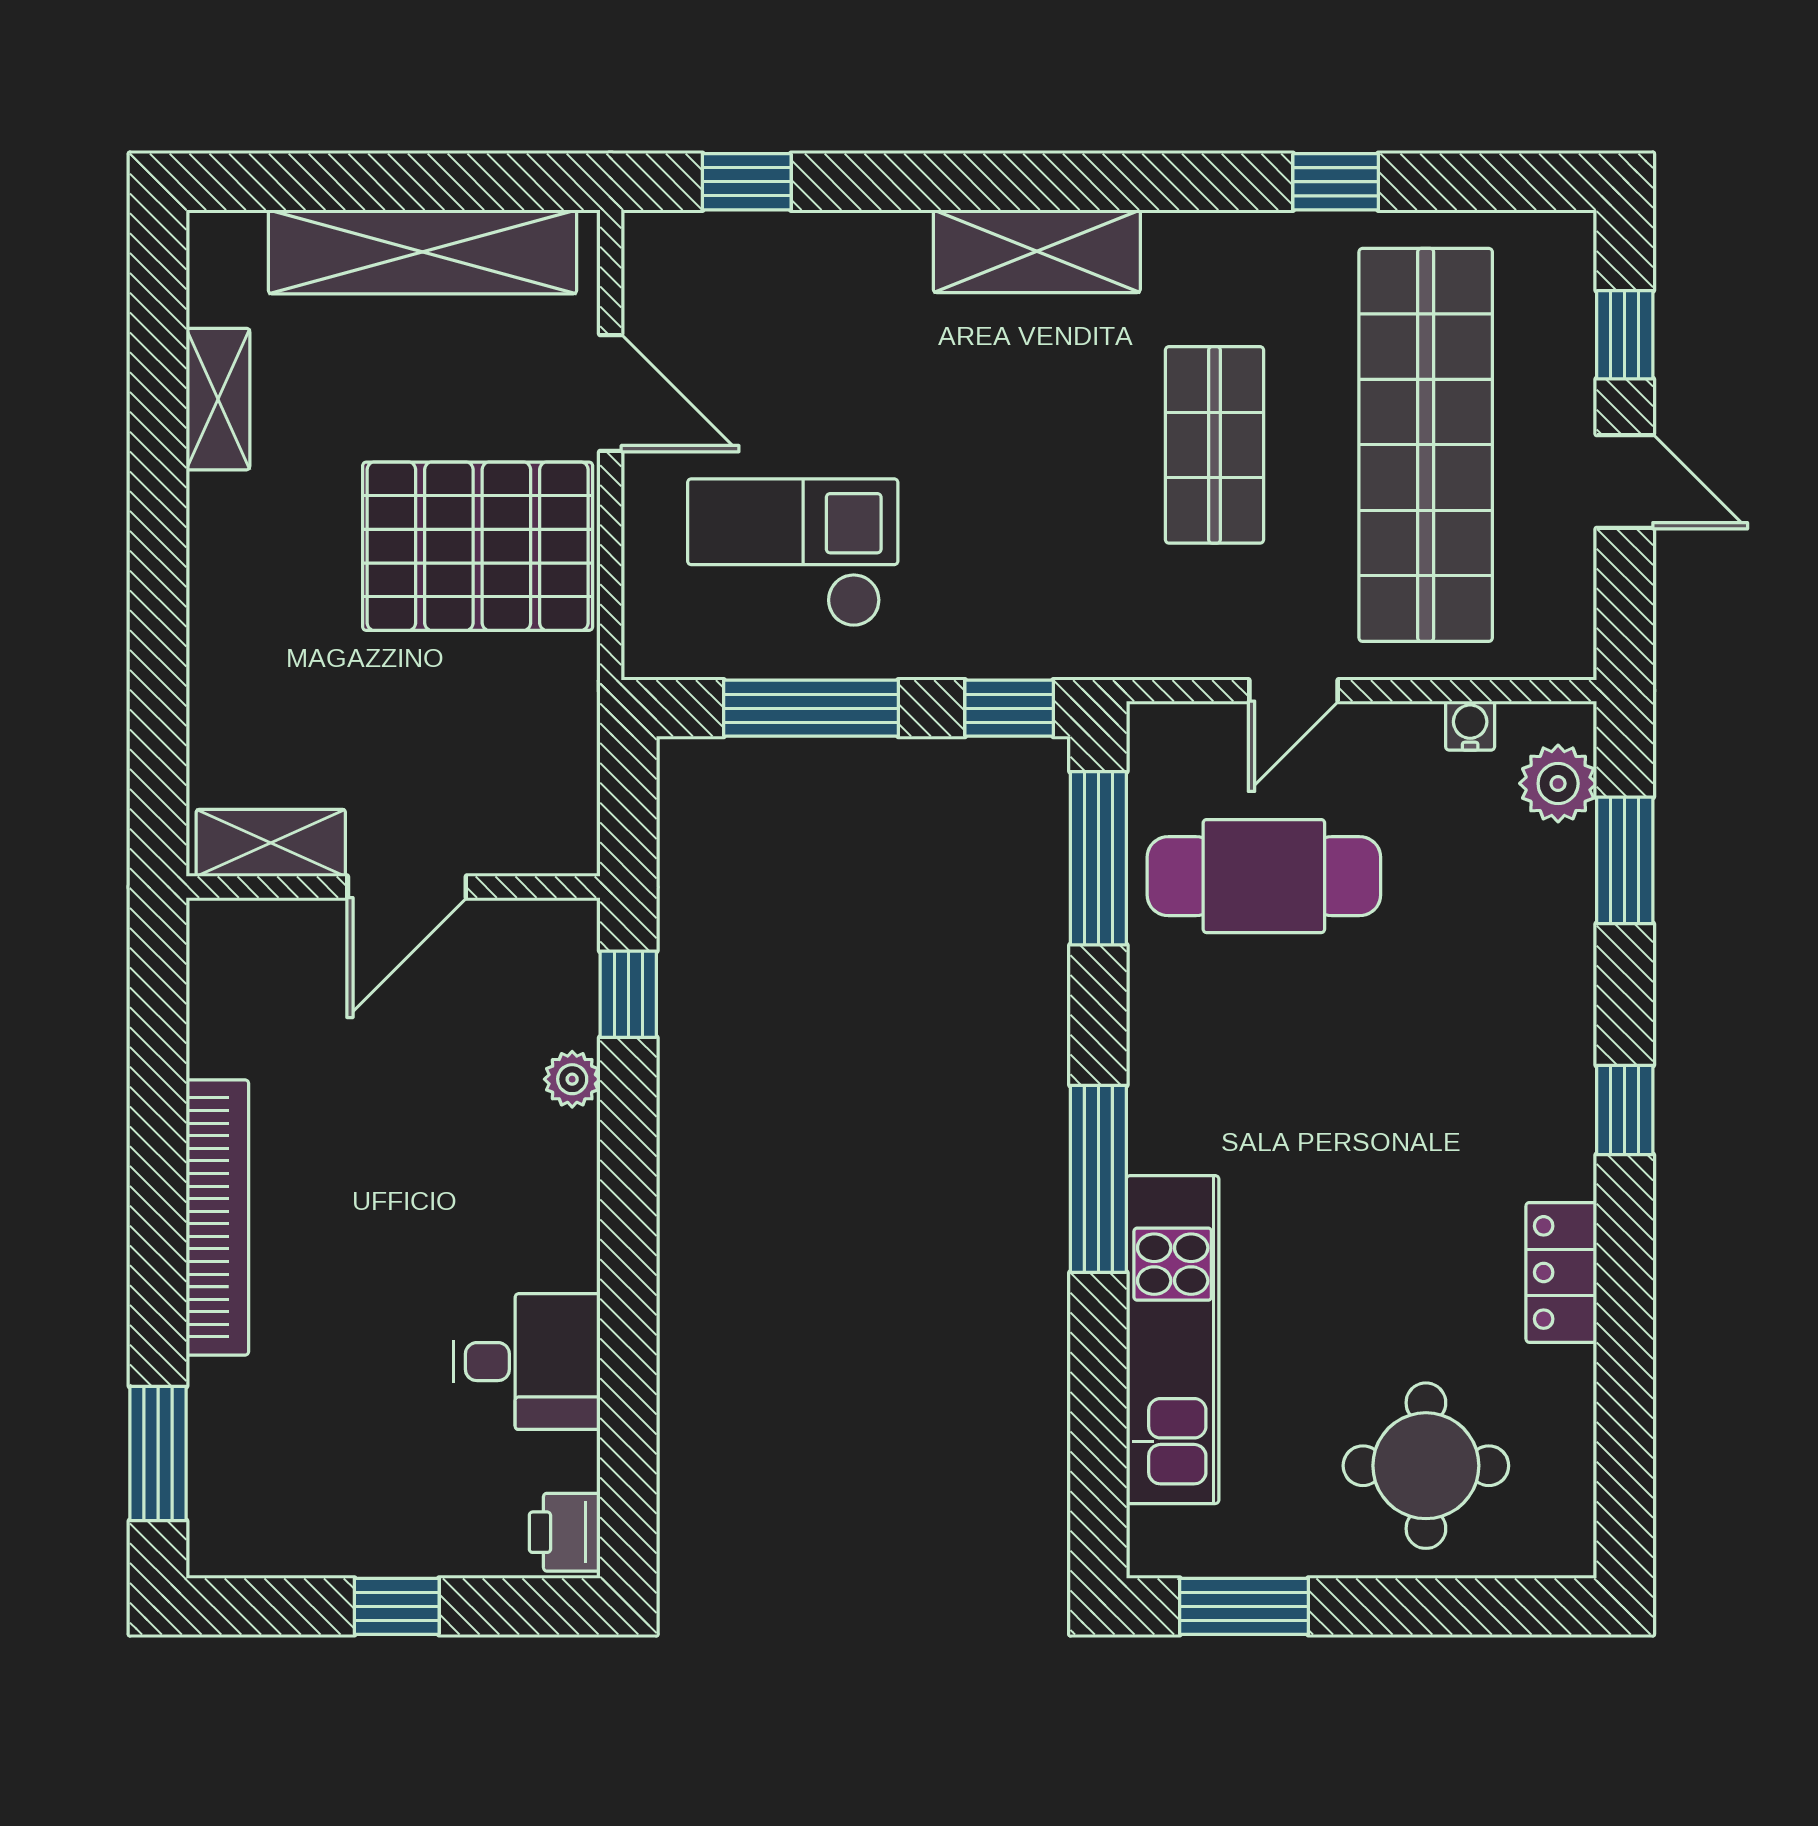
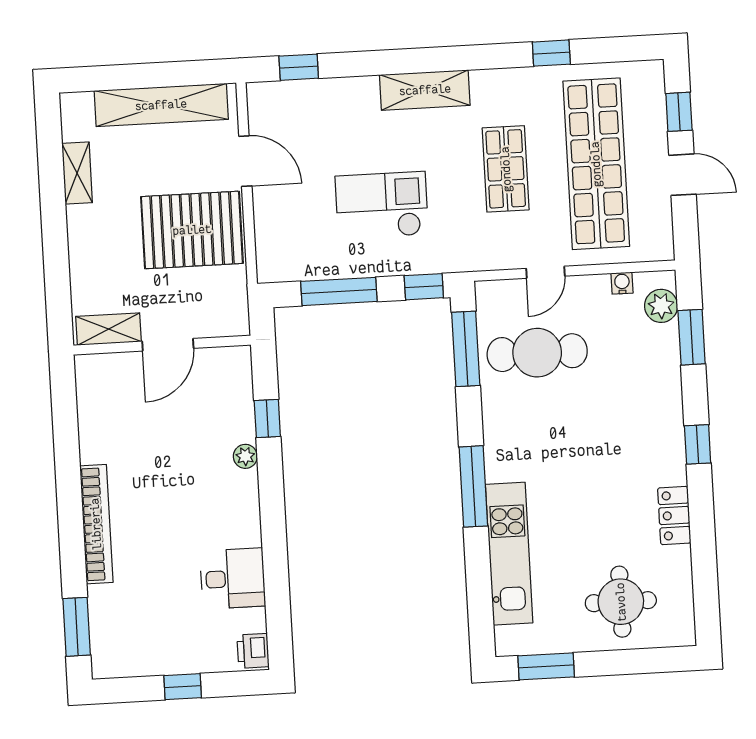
checkout: (793, 553) -> (382, 205), moved
shelving: (271, 843) -> (108, 329), moved
wall: (393, 887) -> (162, 345), moved
door: (407, 887) -> (168, 345), moved

